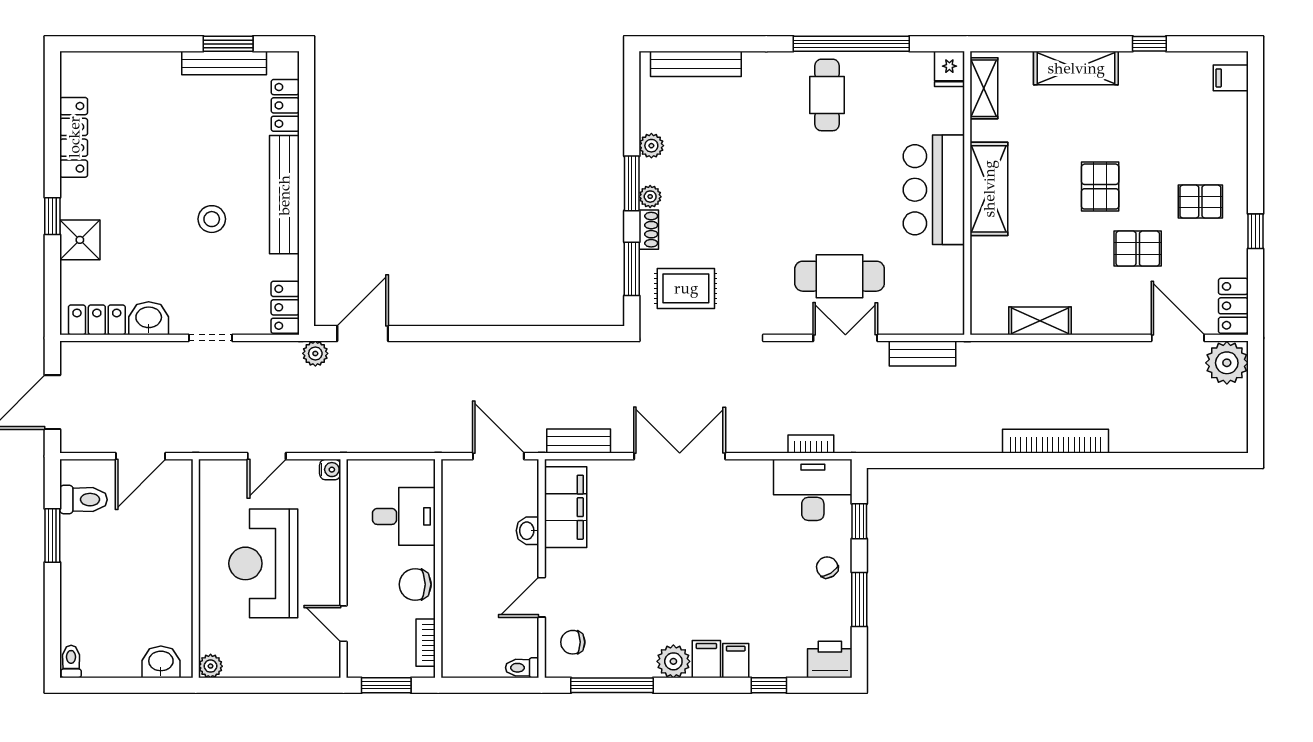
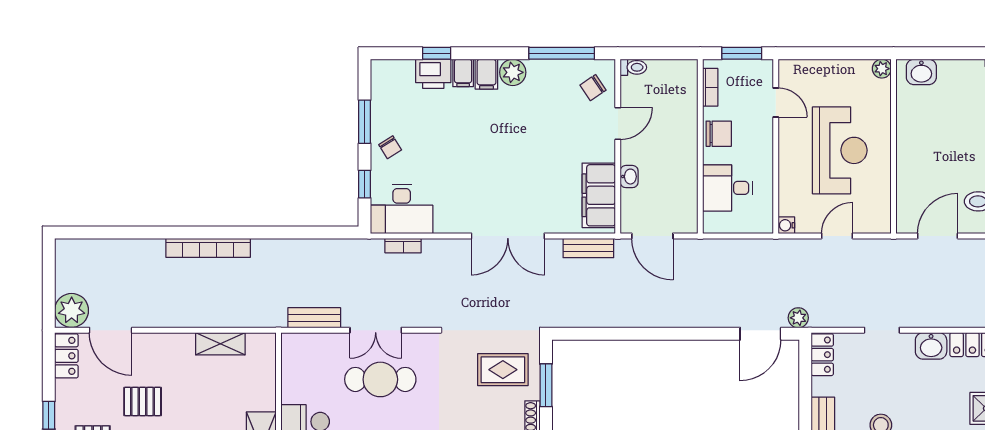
chair: (573, 642) -> (593, 88), turned 146
printer: (830, 660) -> (433, 74), moved

